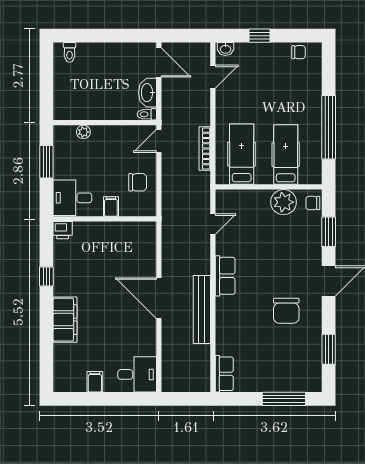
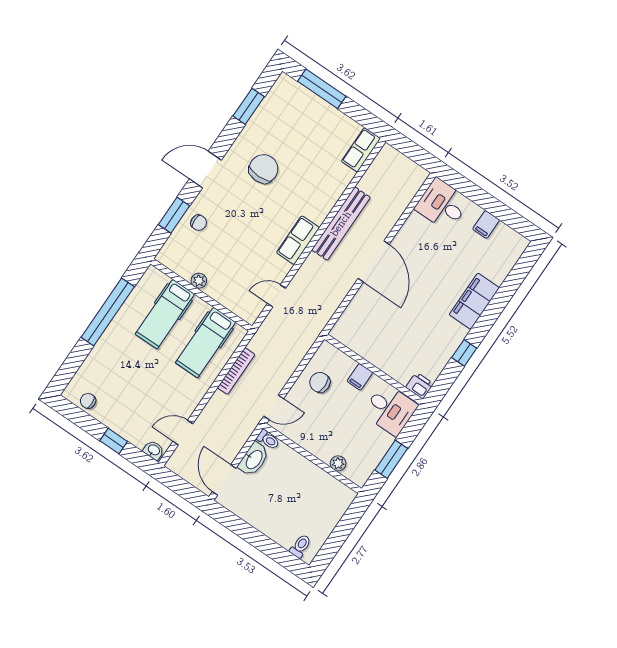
plant: (284, 202) -> (199, 281), width x0.53, depth x0.53
chair: (313, 203) -> (199, 223), moved

